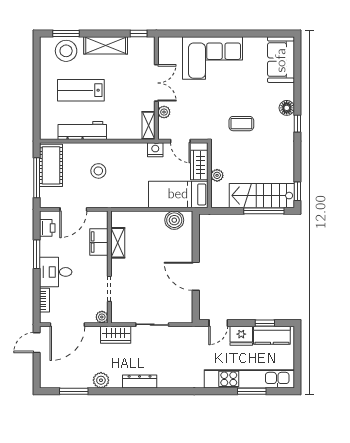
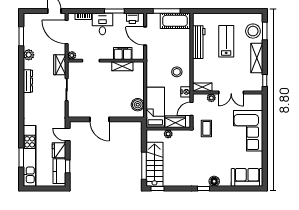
coffee table: (241, 124) -> (206, 128), moved
stool: (98, 171) -> (177, 72), moved
door: (196, 276) -> (100, 119), swing flipped

